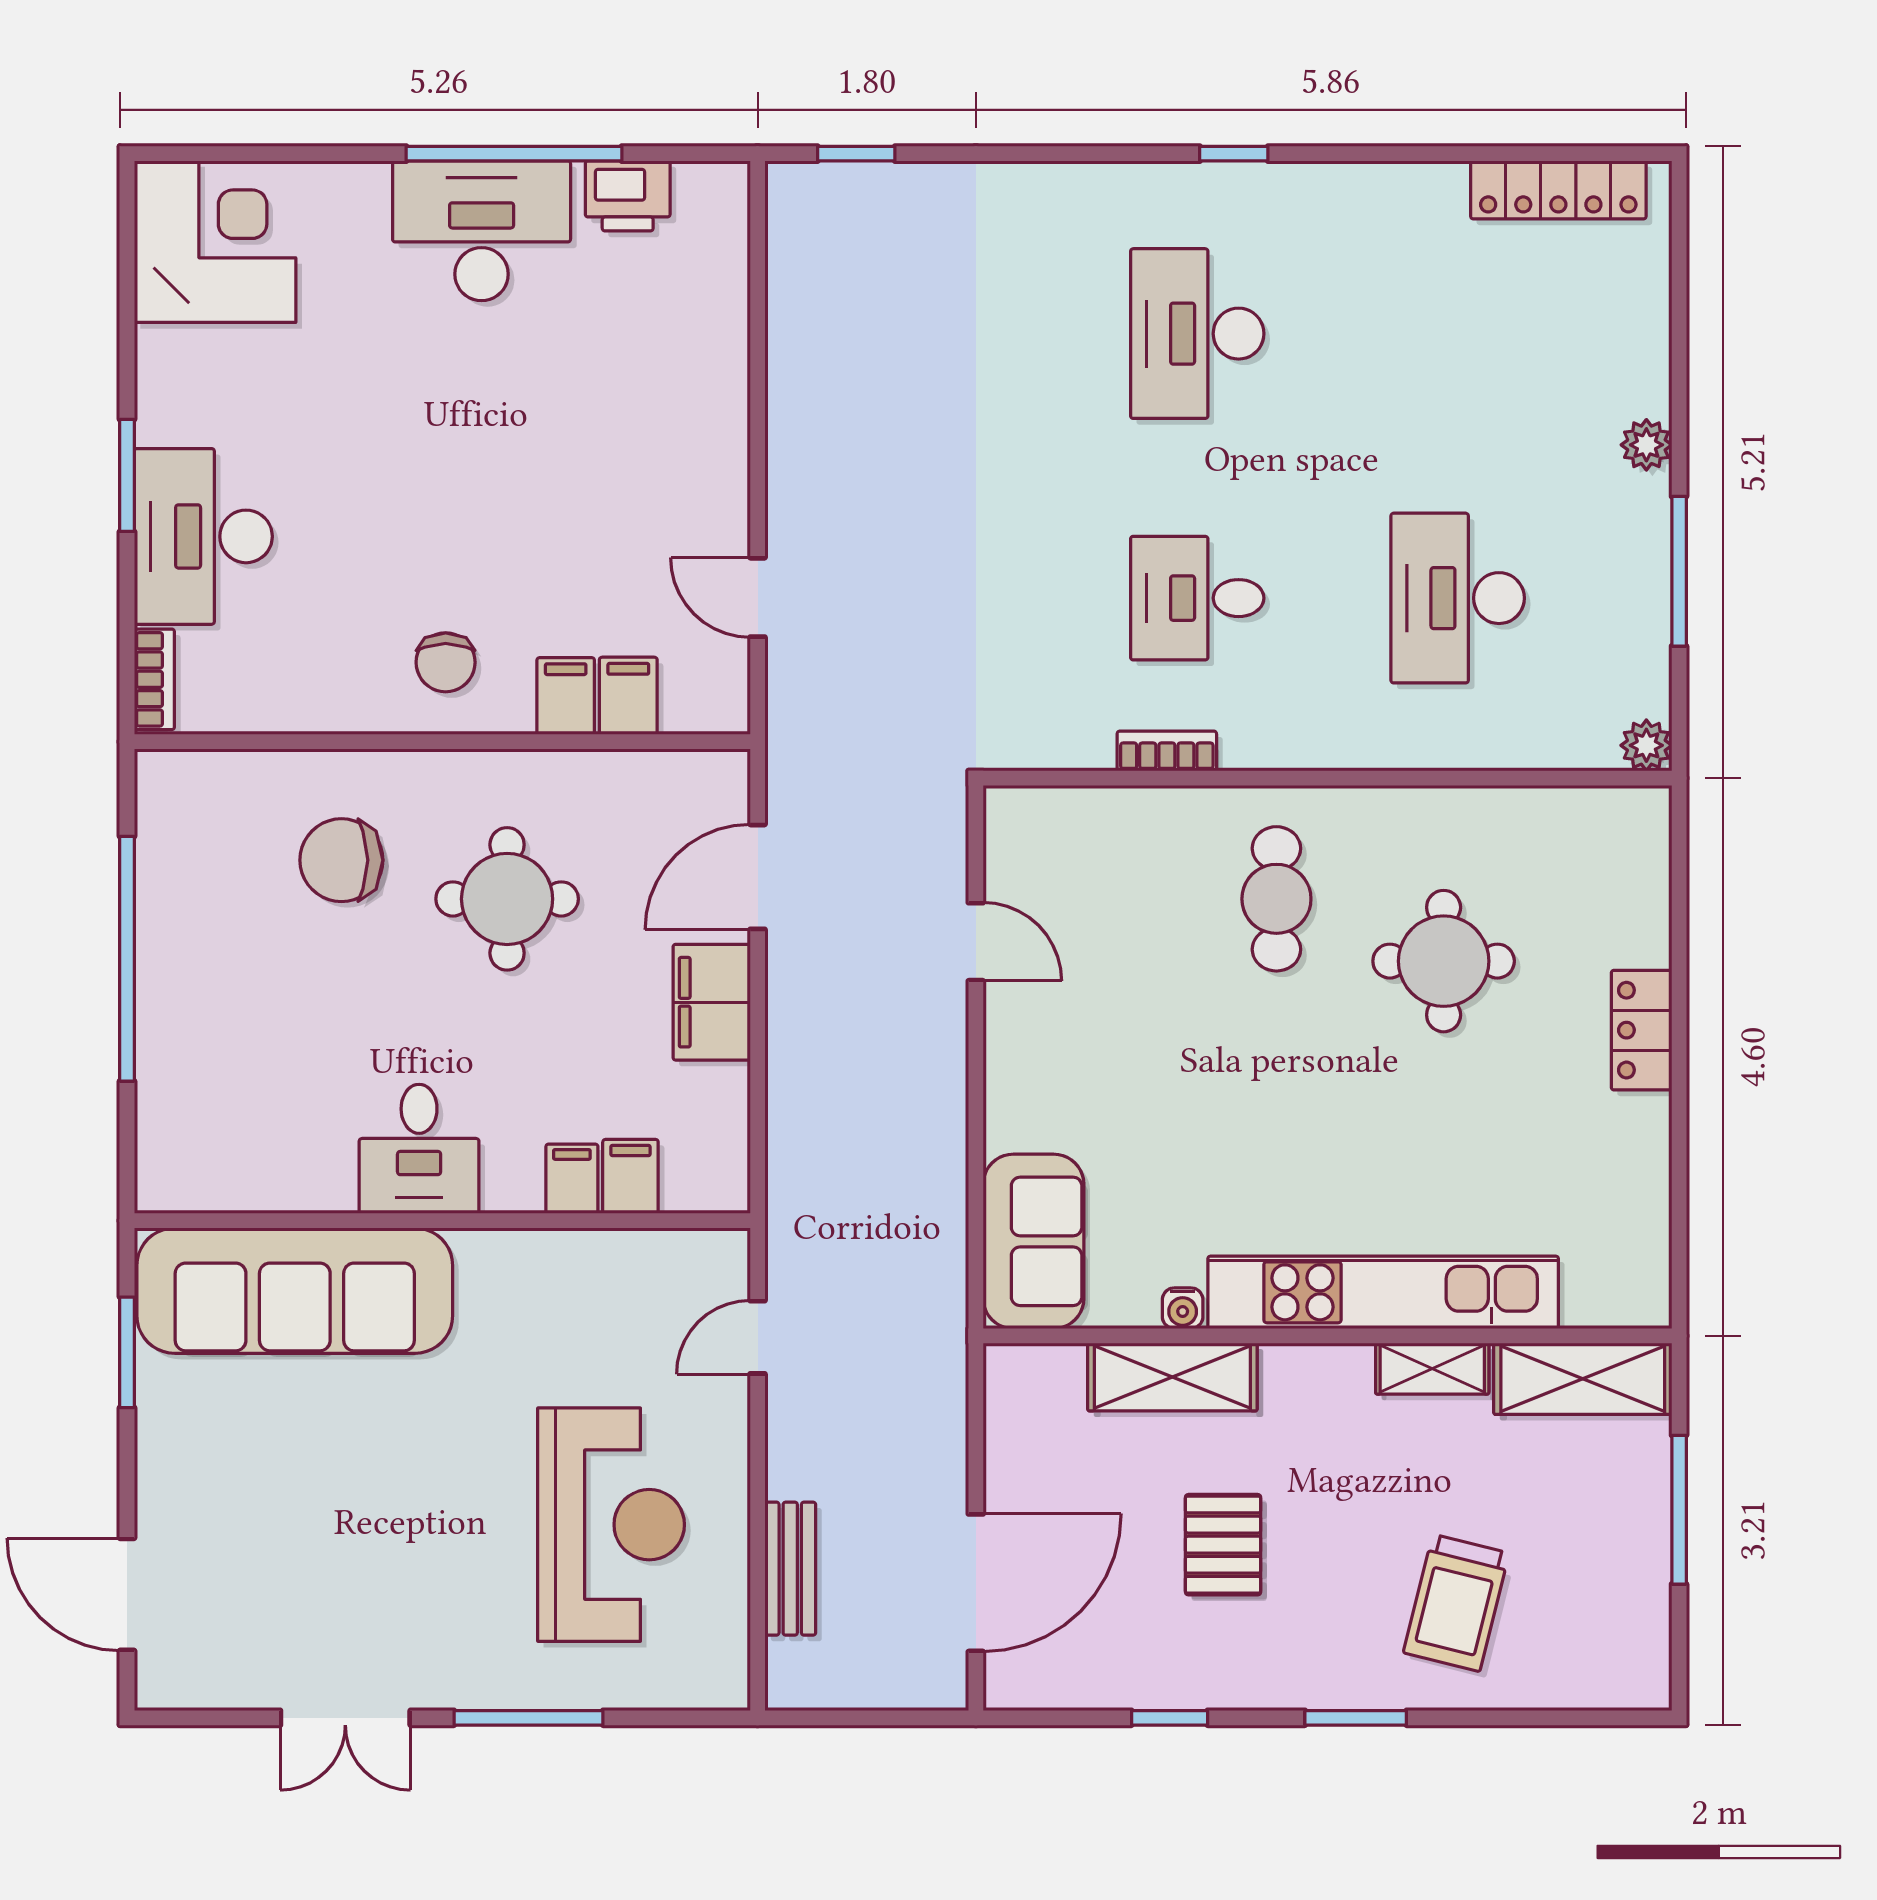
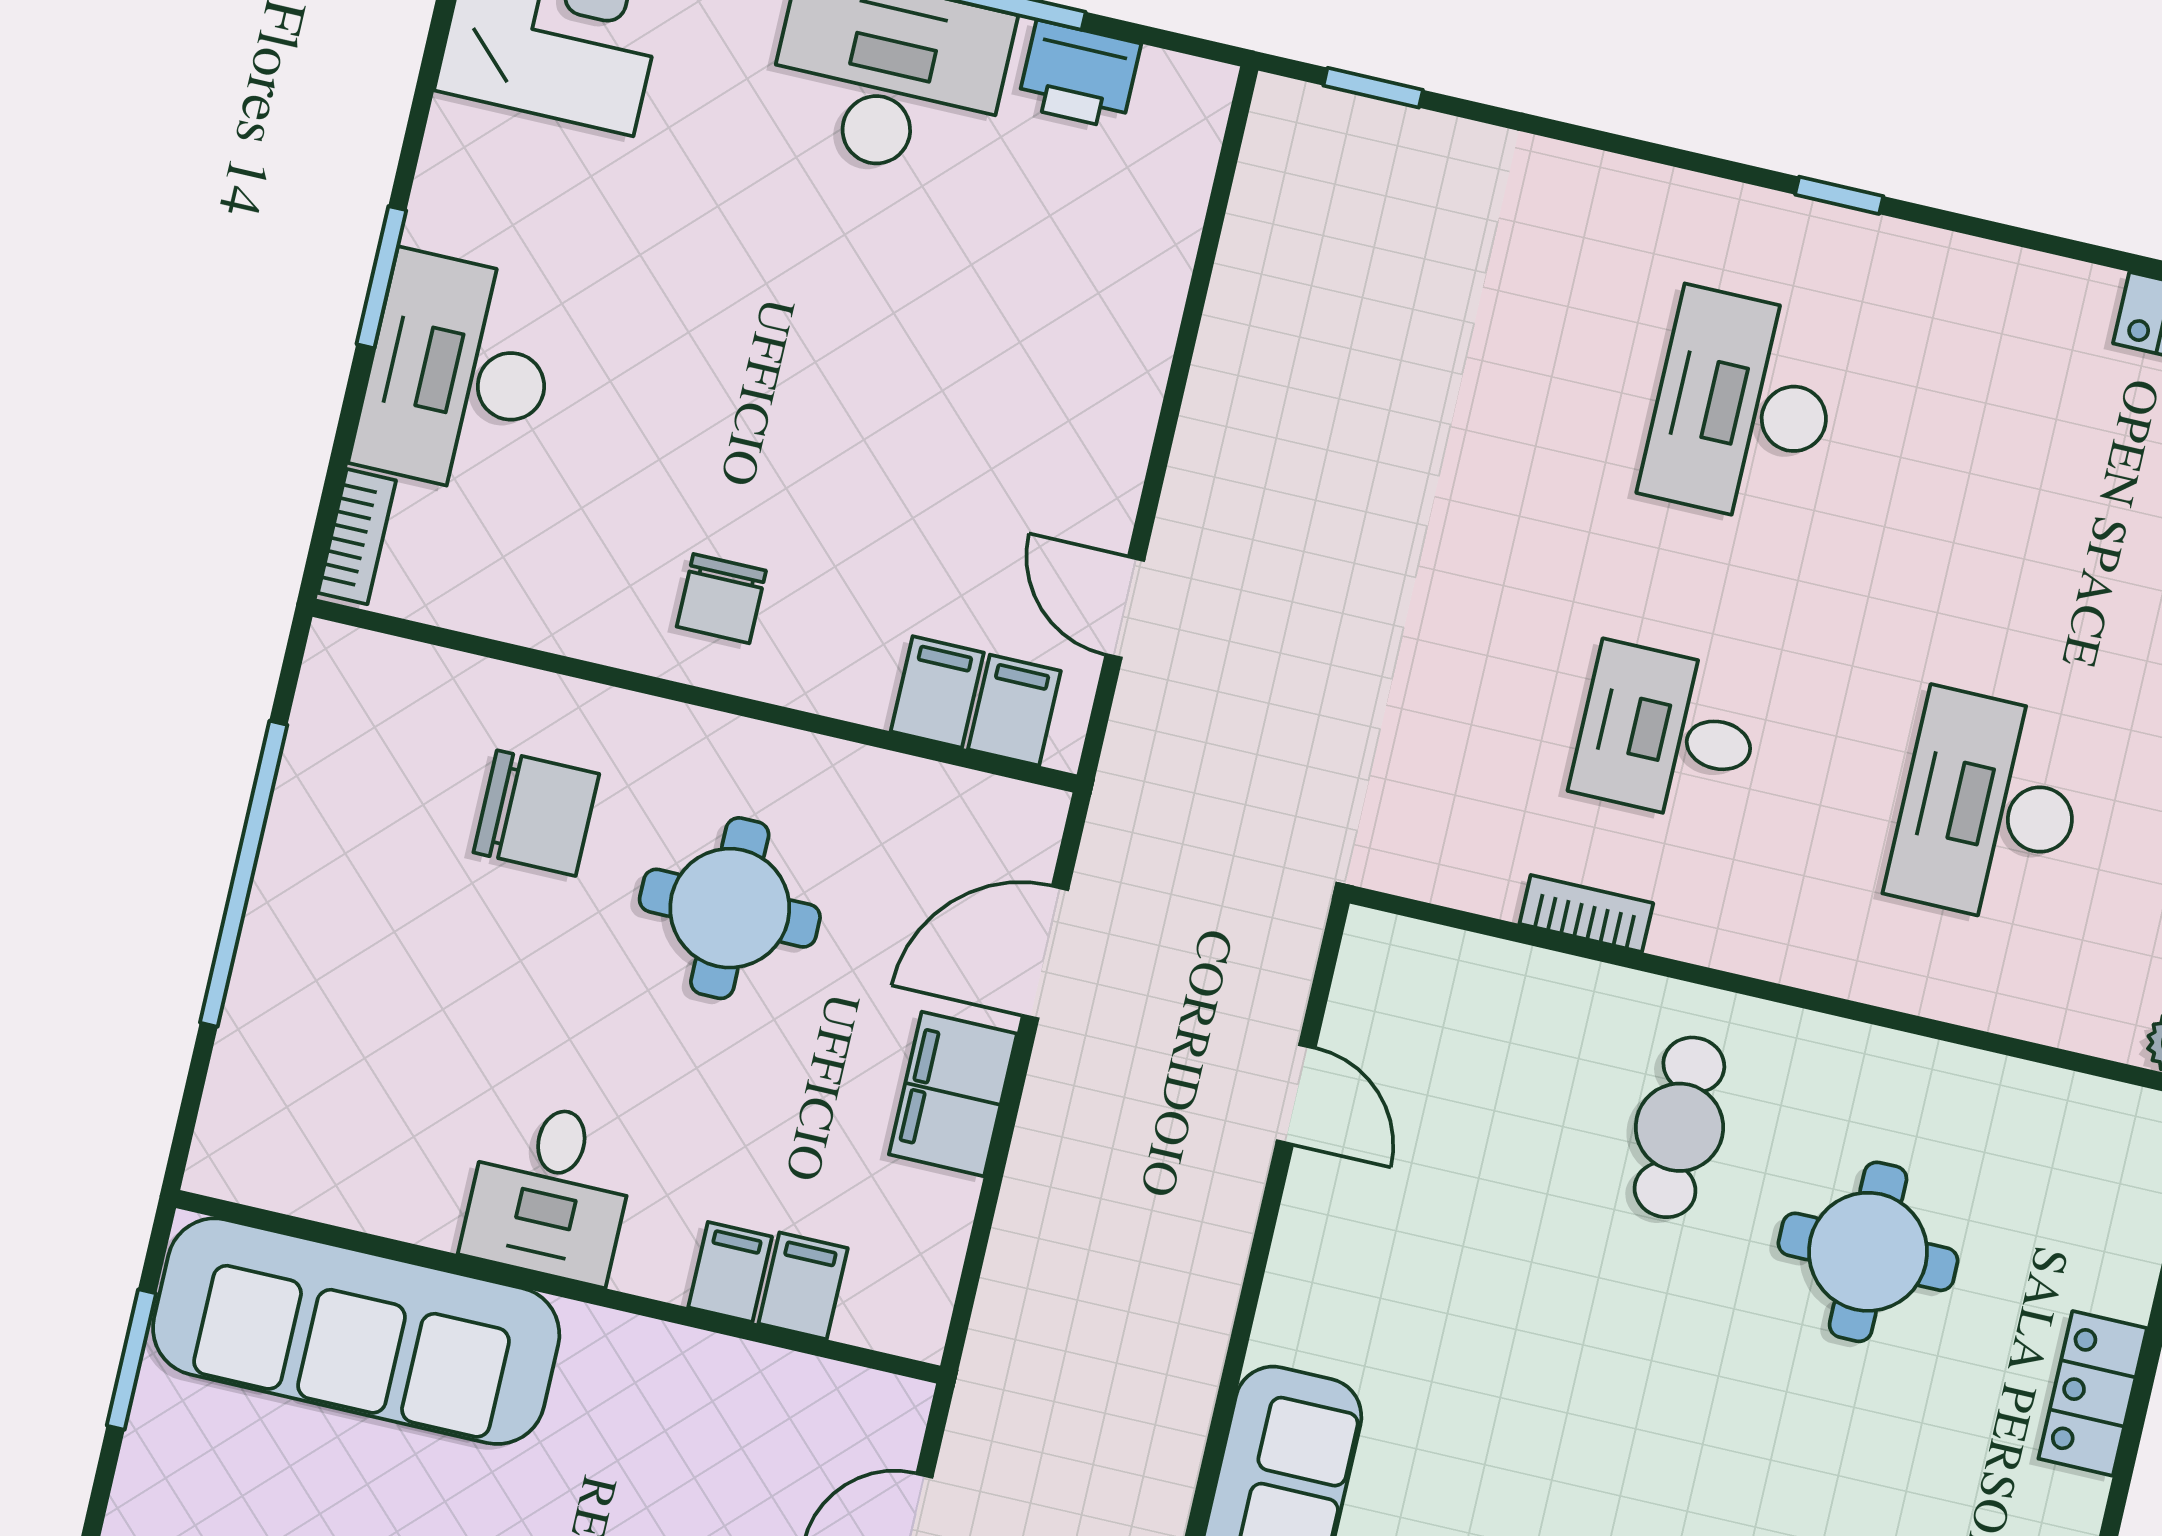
filing cabinet: (566, 696) -> (1014, 710), moved
chair: (341, 860) -> (536, 813), turned 180

